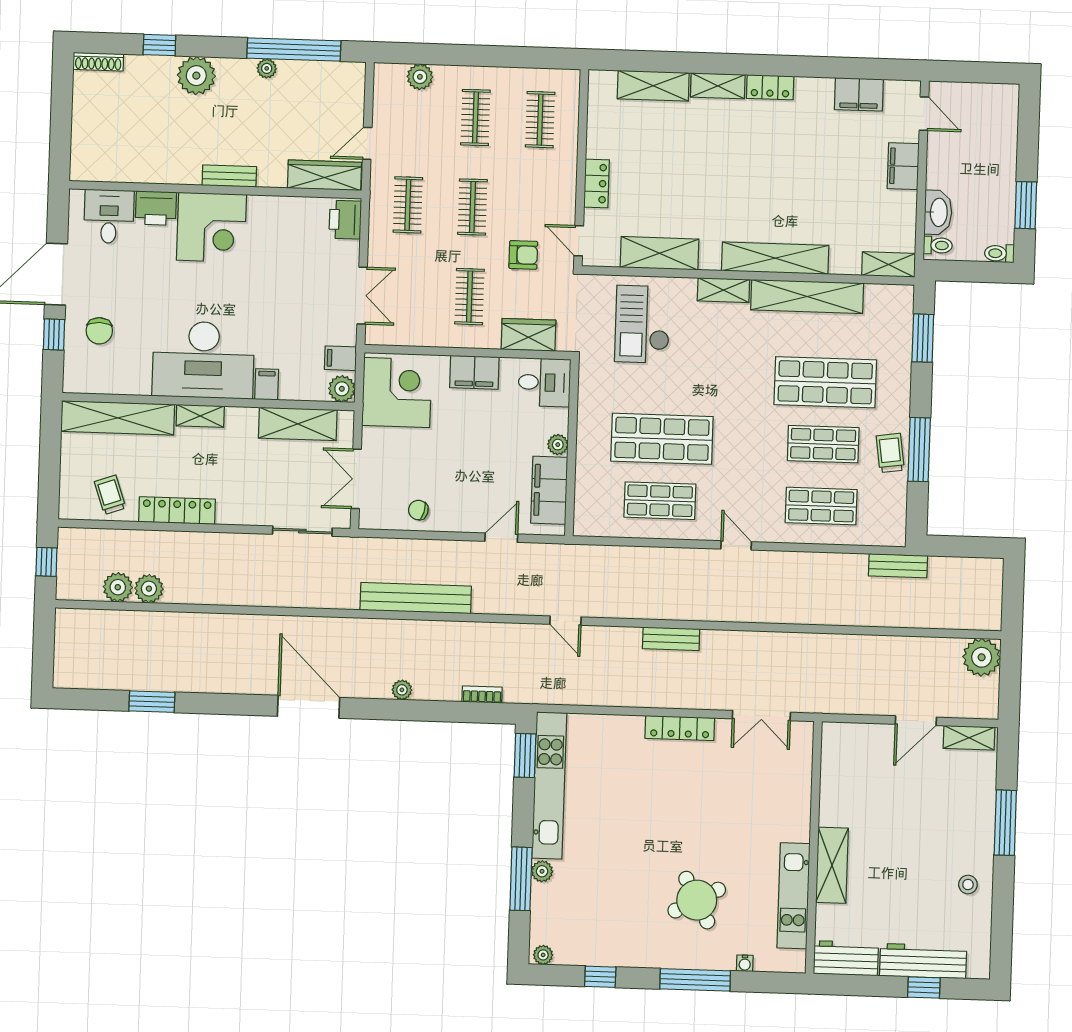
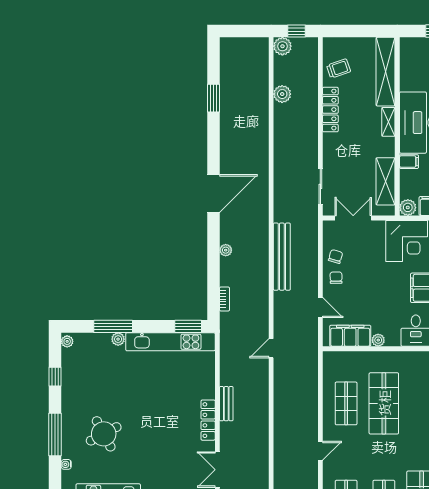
chair: (453, 510) -> (336, 278), added
plant: (118, 587) -> (282, 46), moved
bench: (671, 639) -> (226, 404), moved

